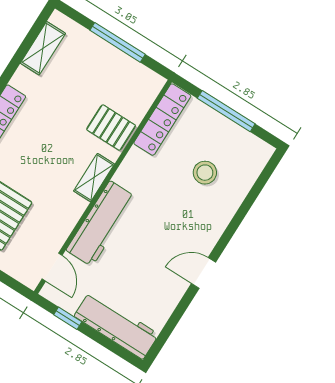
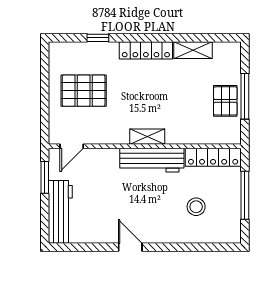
shelving: (43, 48) -> (193, 50), moved
pallet: (111, 128) -> (225, 101), moved
workbench: (101, 224) -> (152, 160), moved
window: (68, 318) -> (45, 177), width x1.50

